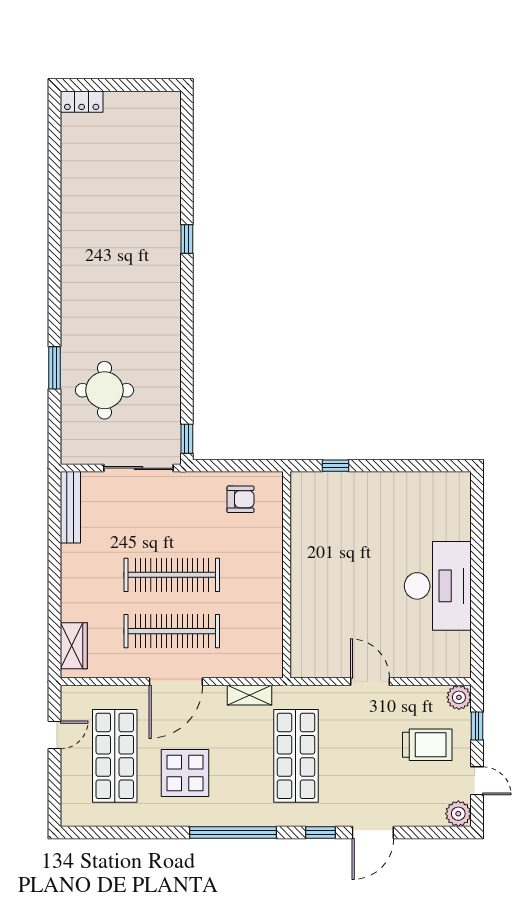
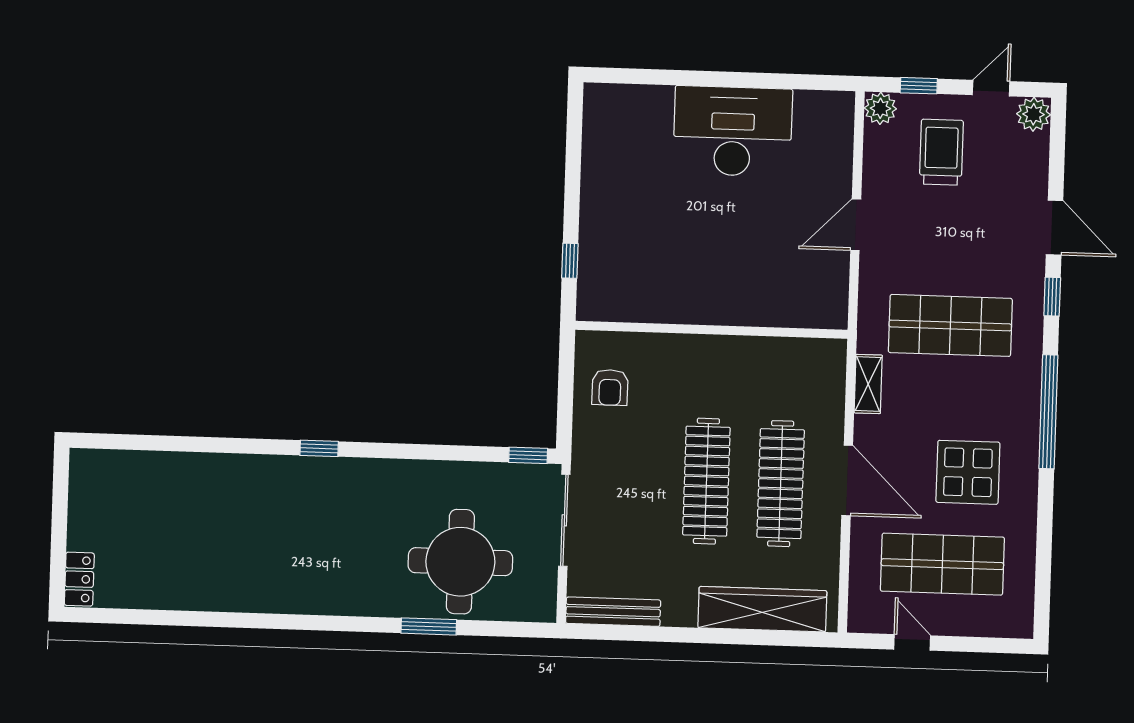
window: (187, 239) -> (319, 448), moved
round table: (104, 390) -> (460, 562), width x1.36, depth x1.36
armchair: (240, 499) -> (610, 387), turned 180
wardrobe: (74, 646) -> (762, 609), width x2.10, depth x1.17

